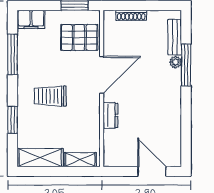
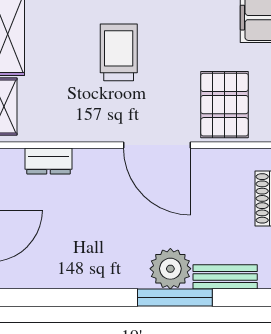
plant: (175, 62) -> (170, 269), width x1.88, depth x1.88
dresser: (110, 115) -> (49, 161), moved

